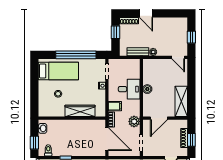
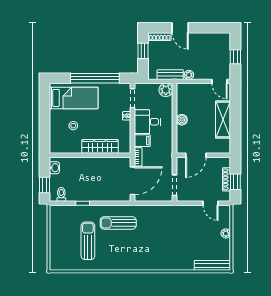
desk: (129, 89) -> (147, 122), moved, turned 180
shelving: (181, 101) -> (223, 120), moved
plant: (134, 121) -> (166, 90), moved
door: (107, 139) -> (133, 181), hinge flipped

